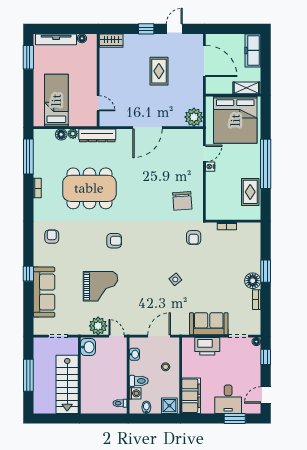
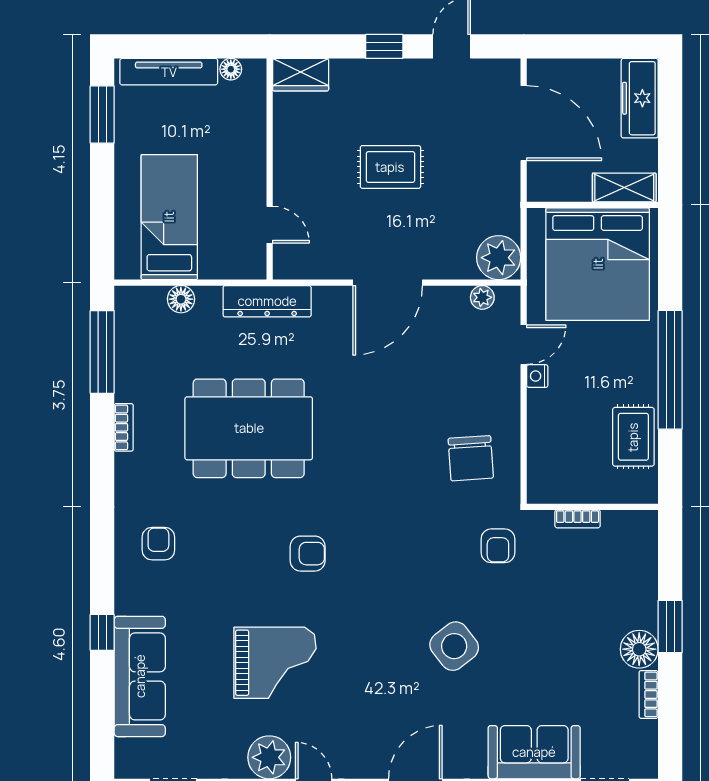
rug: (159, 71) -> (390, 167), moved, turned 90
plant: (73, 134) -> (482, 297), moved
side table: (175, 279) -> (454, 646), width x1.87, depth x1.87

